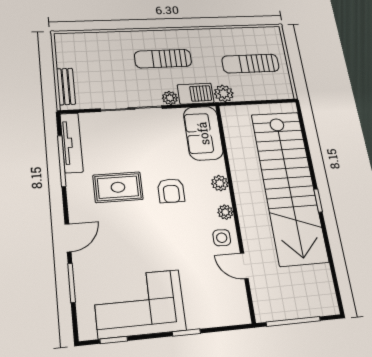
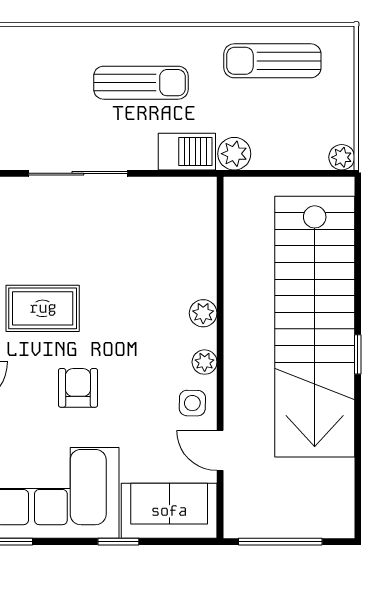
sun lounger: (163, 59) -> (141, 83), turned 180
sun lounger: (251, 64) -> (272, 61), moved
plant: (170, 98) -> (342, 157), moved
sofa: (203, 133) -> (169, 511), moved, turned 90
armchair: (171, 191) -> (78, 388), moved, turned 180

